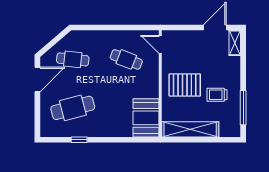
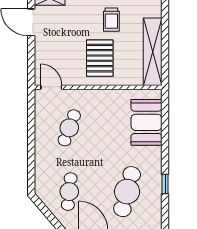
door: (160, 44) -> (51, 87), swing flipped
cafe table: (73, 108) -> (127, 192), turned 30
booth: (146, 118) -> (146, 122), moved, turned 90

